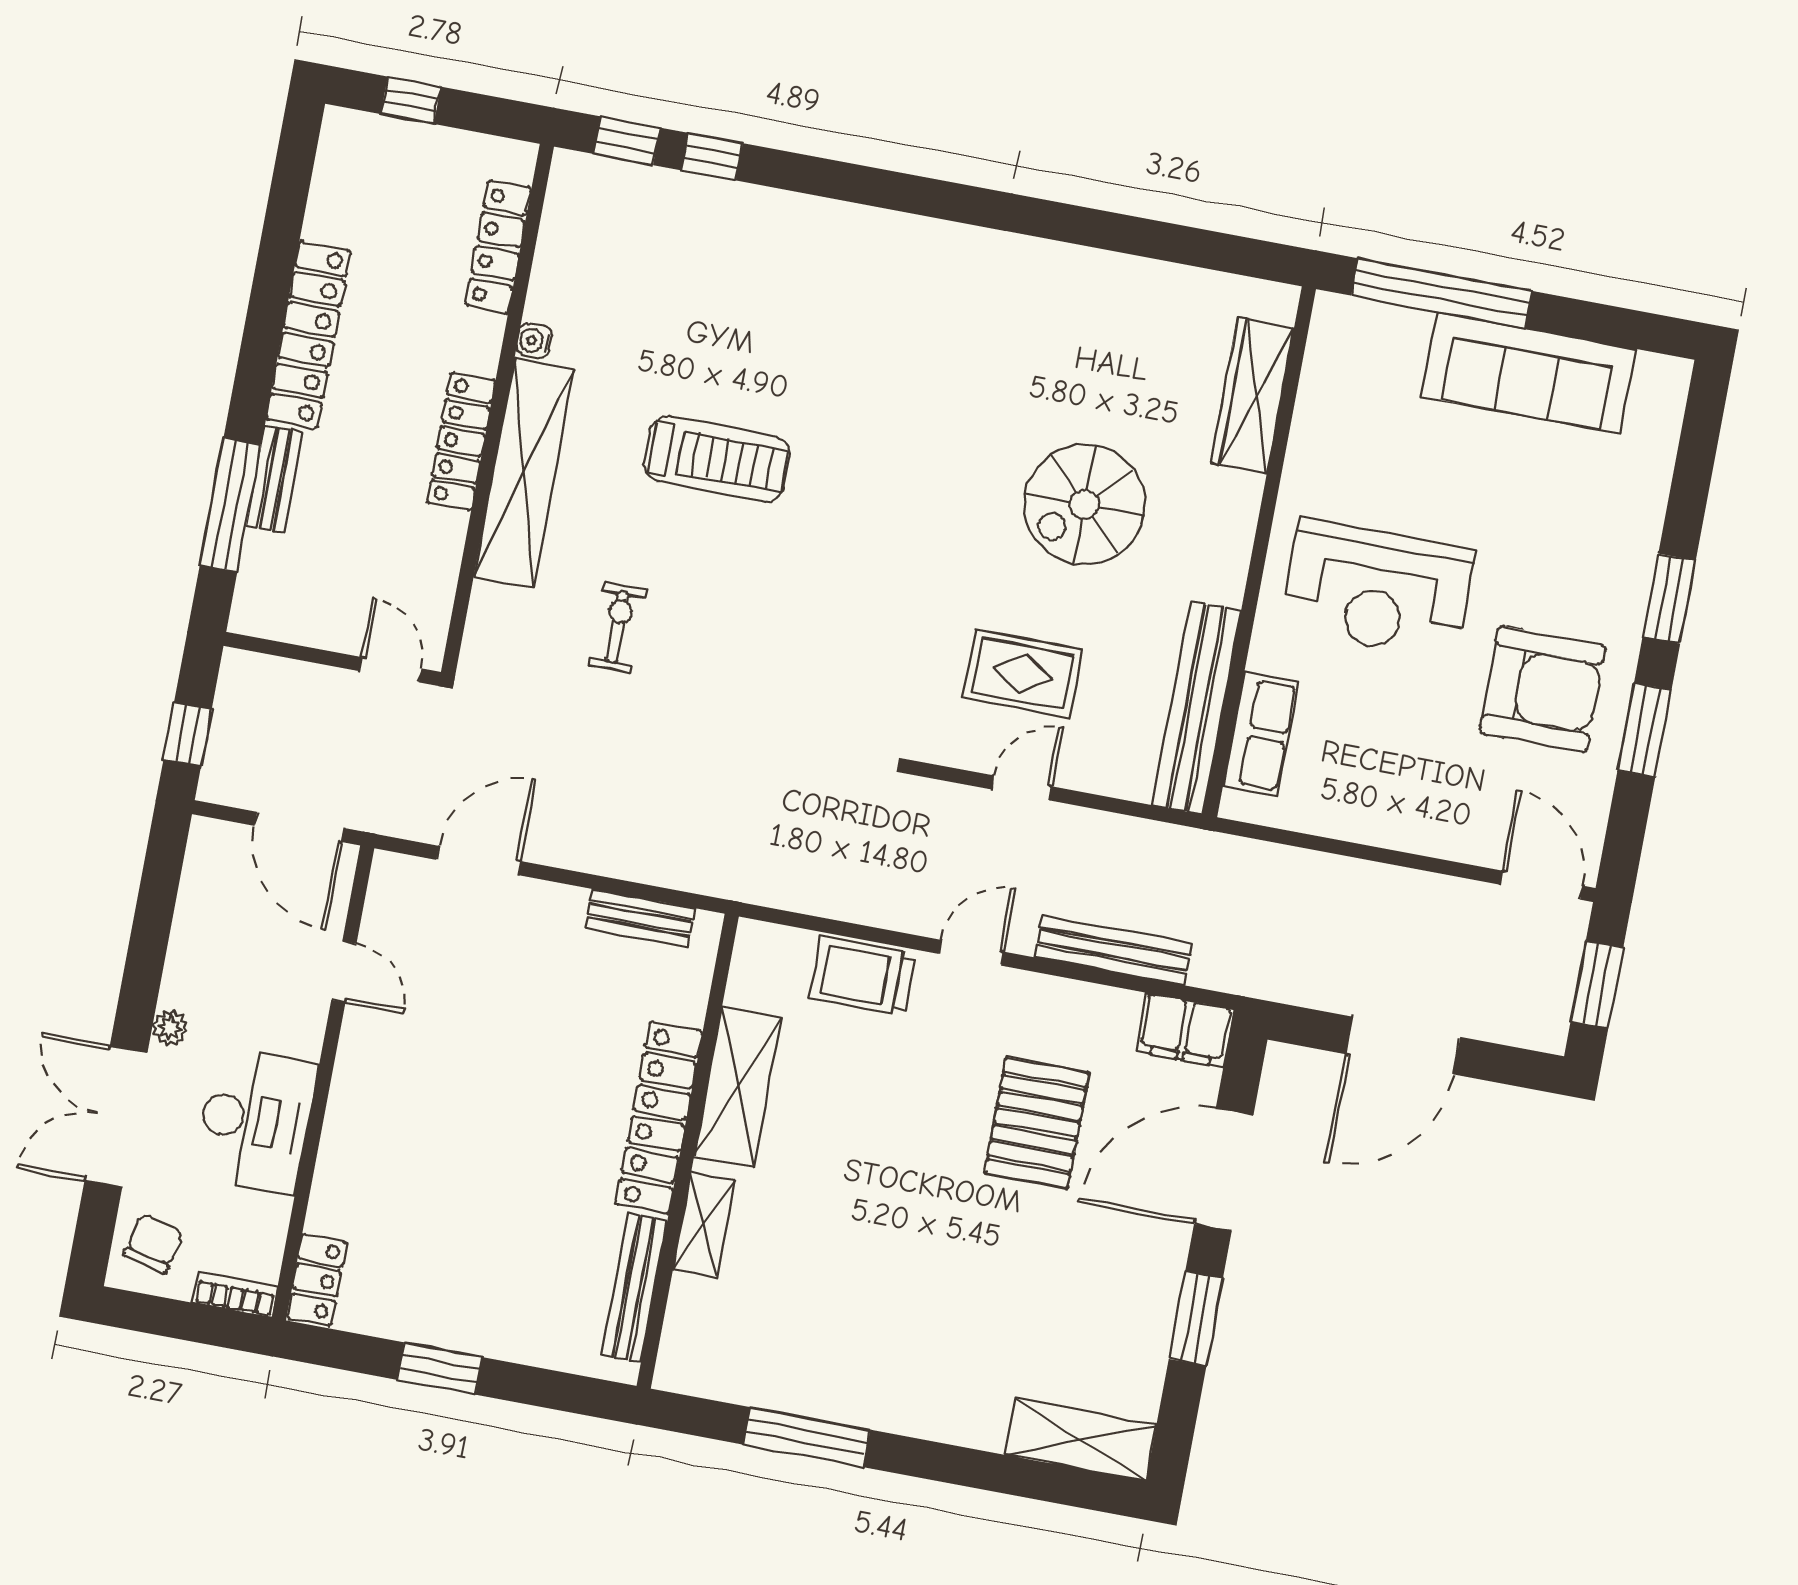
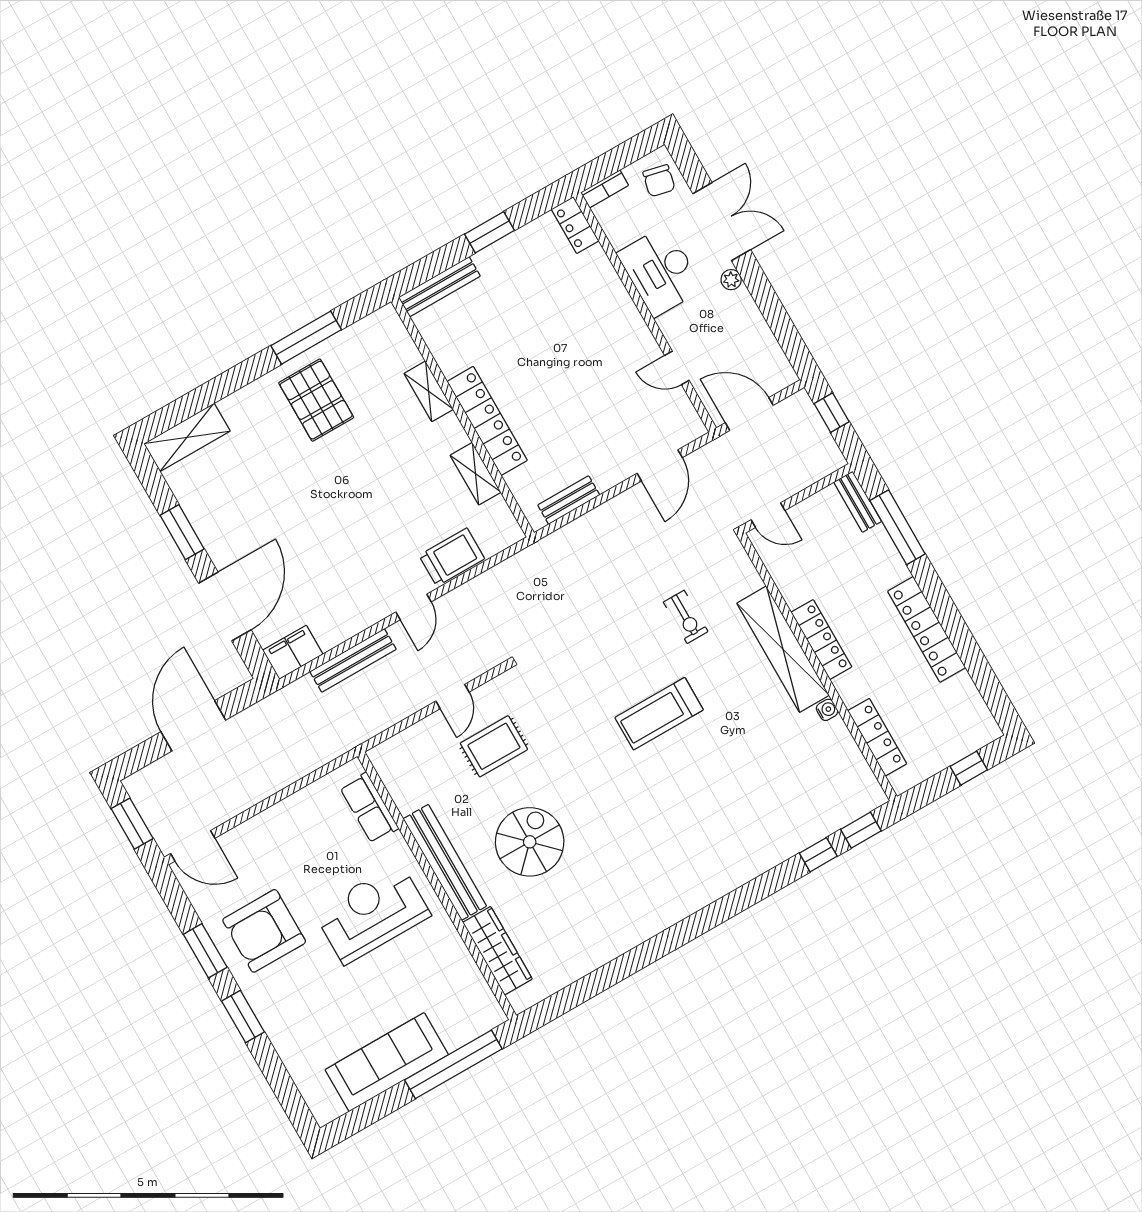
treadmill: (717, 459) -> (659, 714), moved
bench: (275, 479) -> (858, 502), moved
bench: (1197, 708) -> (445, 862), moved
shelving: (738, 1087) -> (476, 474), width x0.67, depth x0.75
pallet: (1037, 1123) -> (316, 400), moved
bench: (634, 1288) -> (439, 287), moved, turned 90

